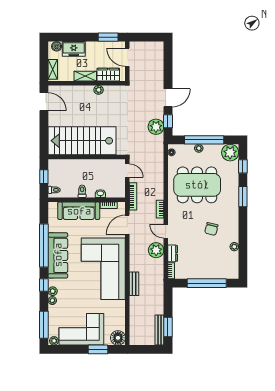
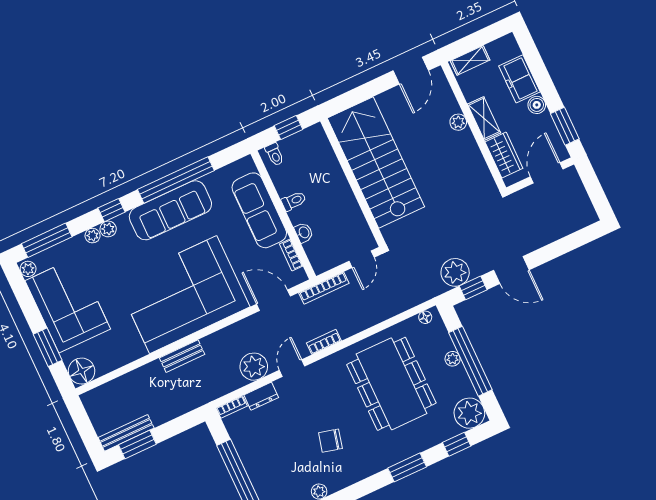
boiler: (57, 46) -> (537, 105), moved
plant: (99, 90) -> (458, 122), moved

